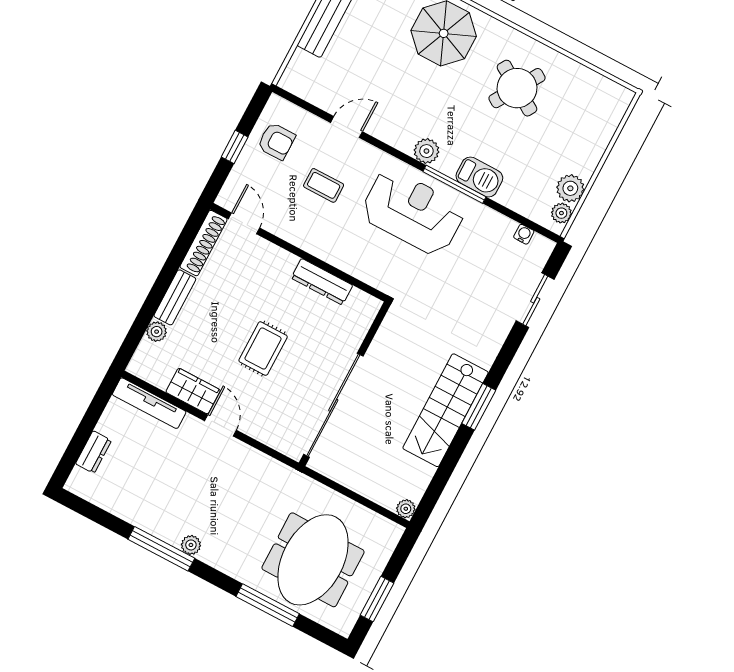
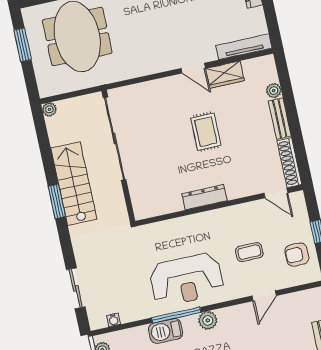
wall: (345, 384) -> (118, 156), moved
sliding door: (333, 405) -> (115, 139), moved

